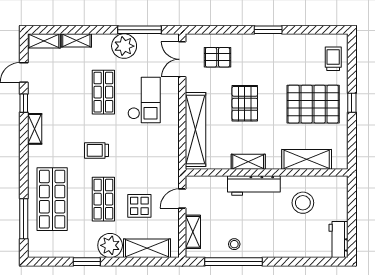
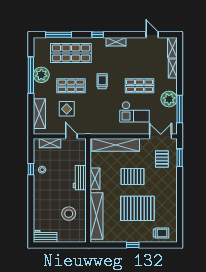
window: (268, 30) -> (180, 158), moved
window: (24, 103) -> (98, 35), moved
pallet: (313, 104) -> (137, 208), moved, turned 90
shelving: (307, 159) -> (96, 216), width x1.47
workbench: (254, 186) -> (80, 178), width x0.73
plant: (110, 245) -> (41, 75), moved
window: (87, 262) -> (31, 75), width x2.11
window: (233, 262) -> (31, 169), width x0.32

